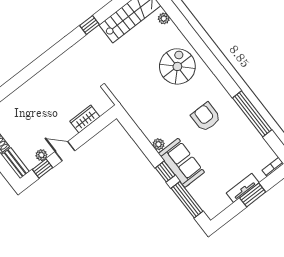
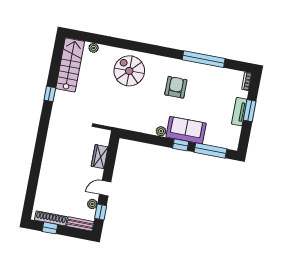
armchair: (206, 117) -> (176, 87), turned 90

